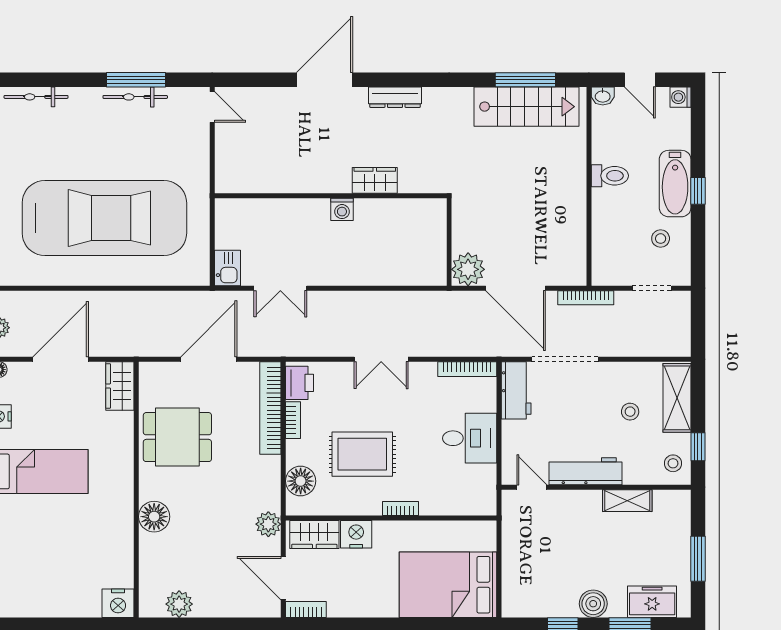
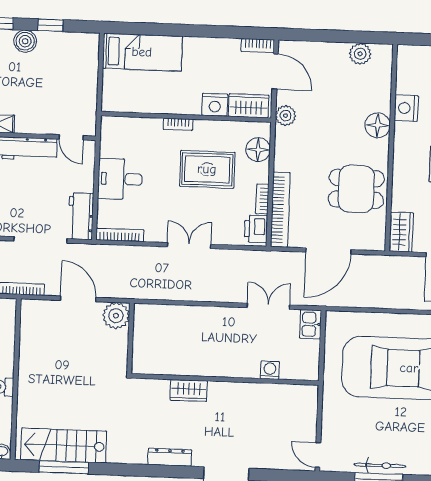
washing machine: (342, 209) -> (270, 370), moved
door: (515, 288) -> (78, 299), width x0.73
bed: (448, 585) -> (142, 52), width x0.67
nightstand: (118, 603) -> (406, 108), moved, turned -90

